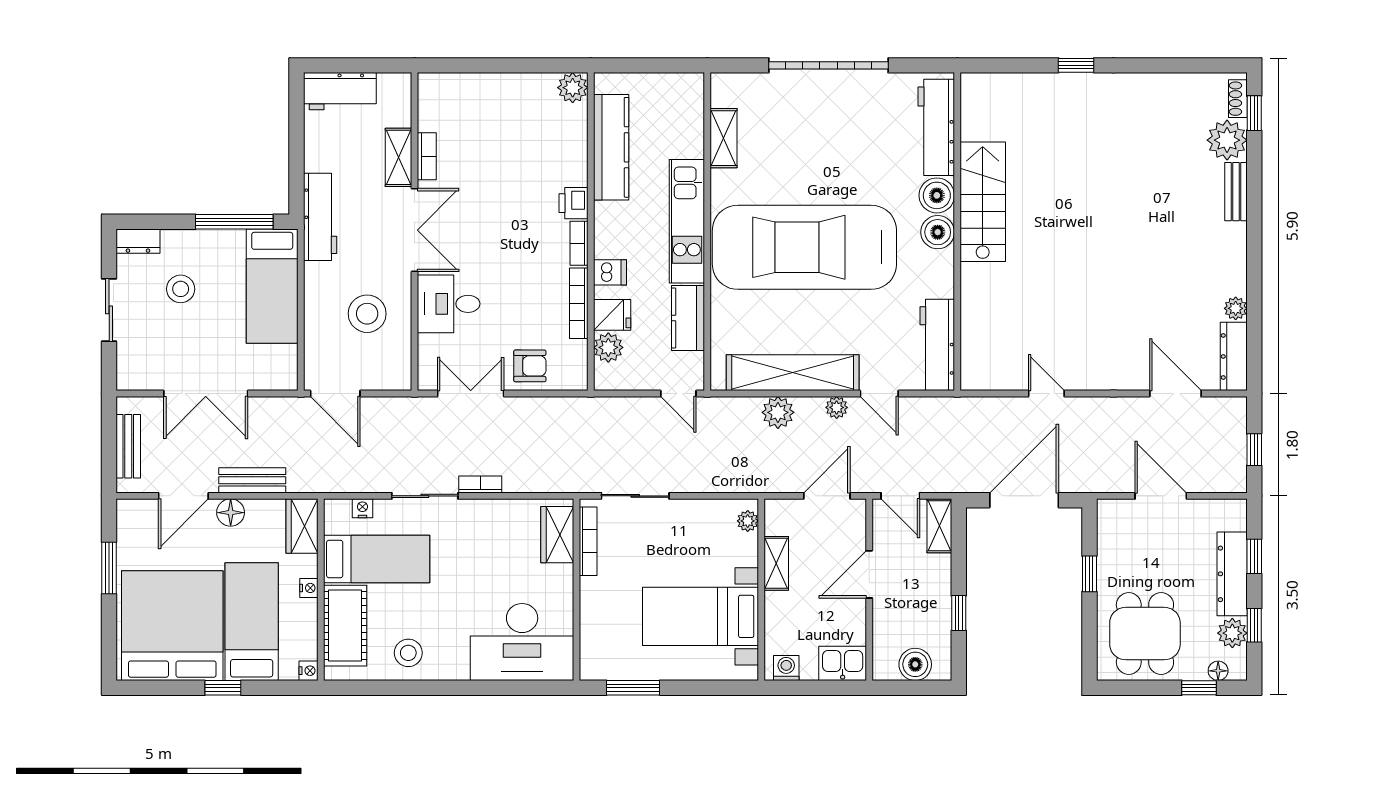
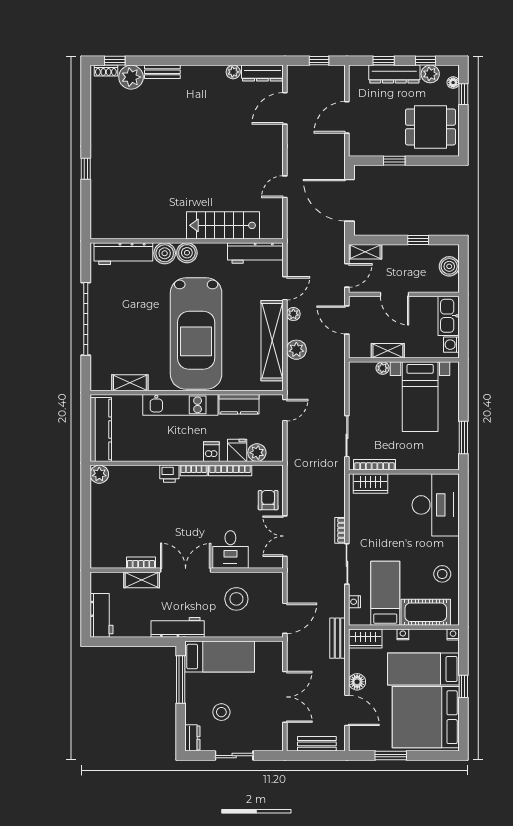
kitchen counter: (611, 147) -> (101, 430), moved, turned 90
stairs: (983, 202) -> (223, 225), moved
bench: (252, 480) -> (338, 638), moved
plant: (748, 521) -> (383, 368), moved
kitchen sink: (843, 663) -> (449, 316), width x1.38

